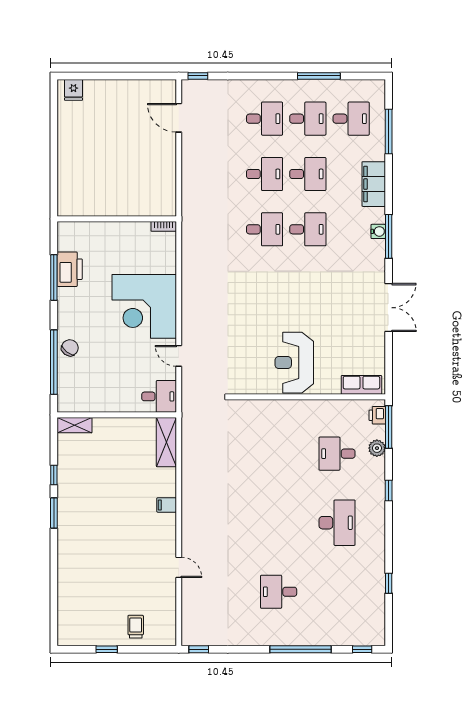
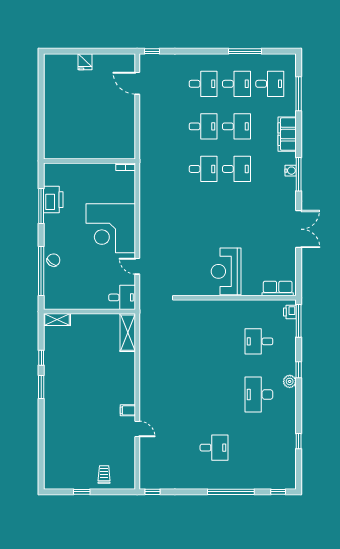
fridge: (74, 90) -> (85, 62), moved
plant: (377, 448) -> (290, 381), moved
filing cabinet: (167, 505) -> (128, 410), moved
desk: (337, 523) -> (259, 394), turned 180
desk: (279, 592) -> (214, 448), turned 180

